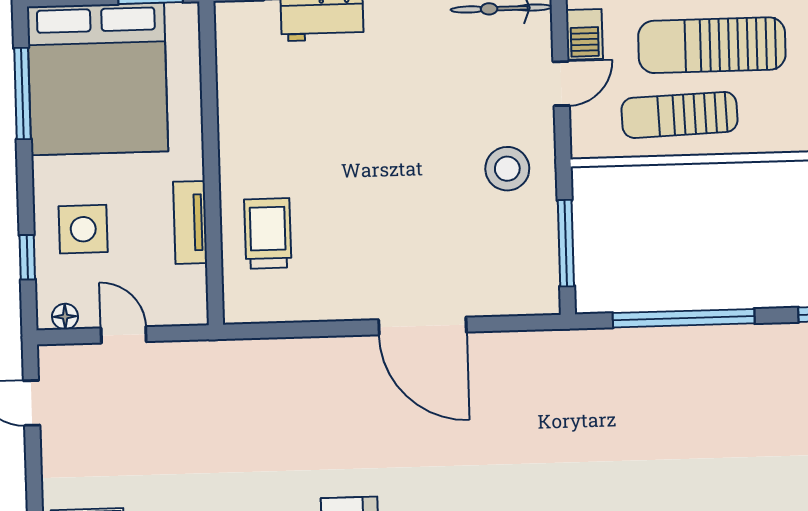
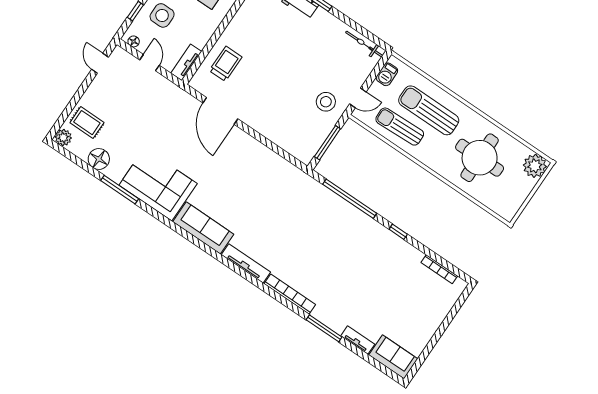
door: (561, 84) -> (358, 98), moved
tv unit: (190, 222) -> (186, 62), moved
door: (422, 326) -> (220, 111), moved

